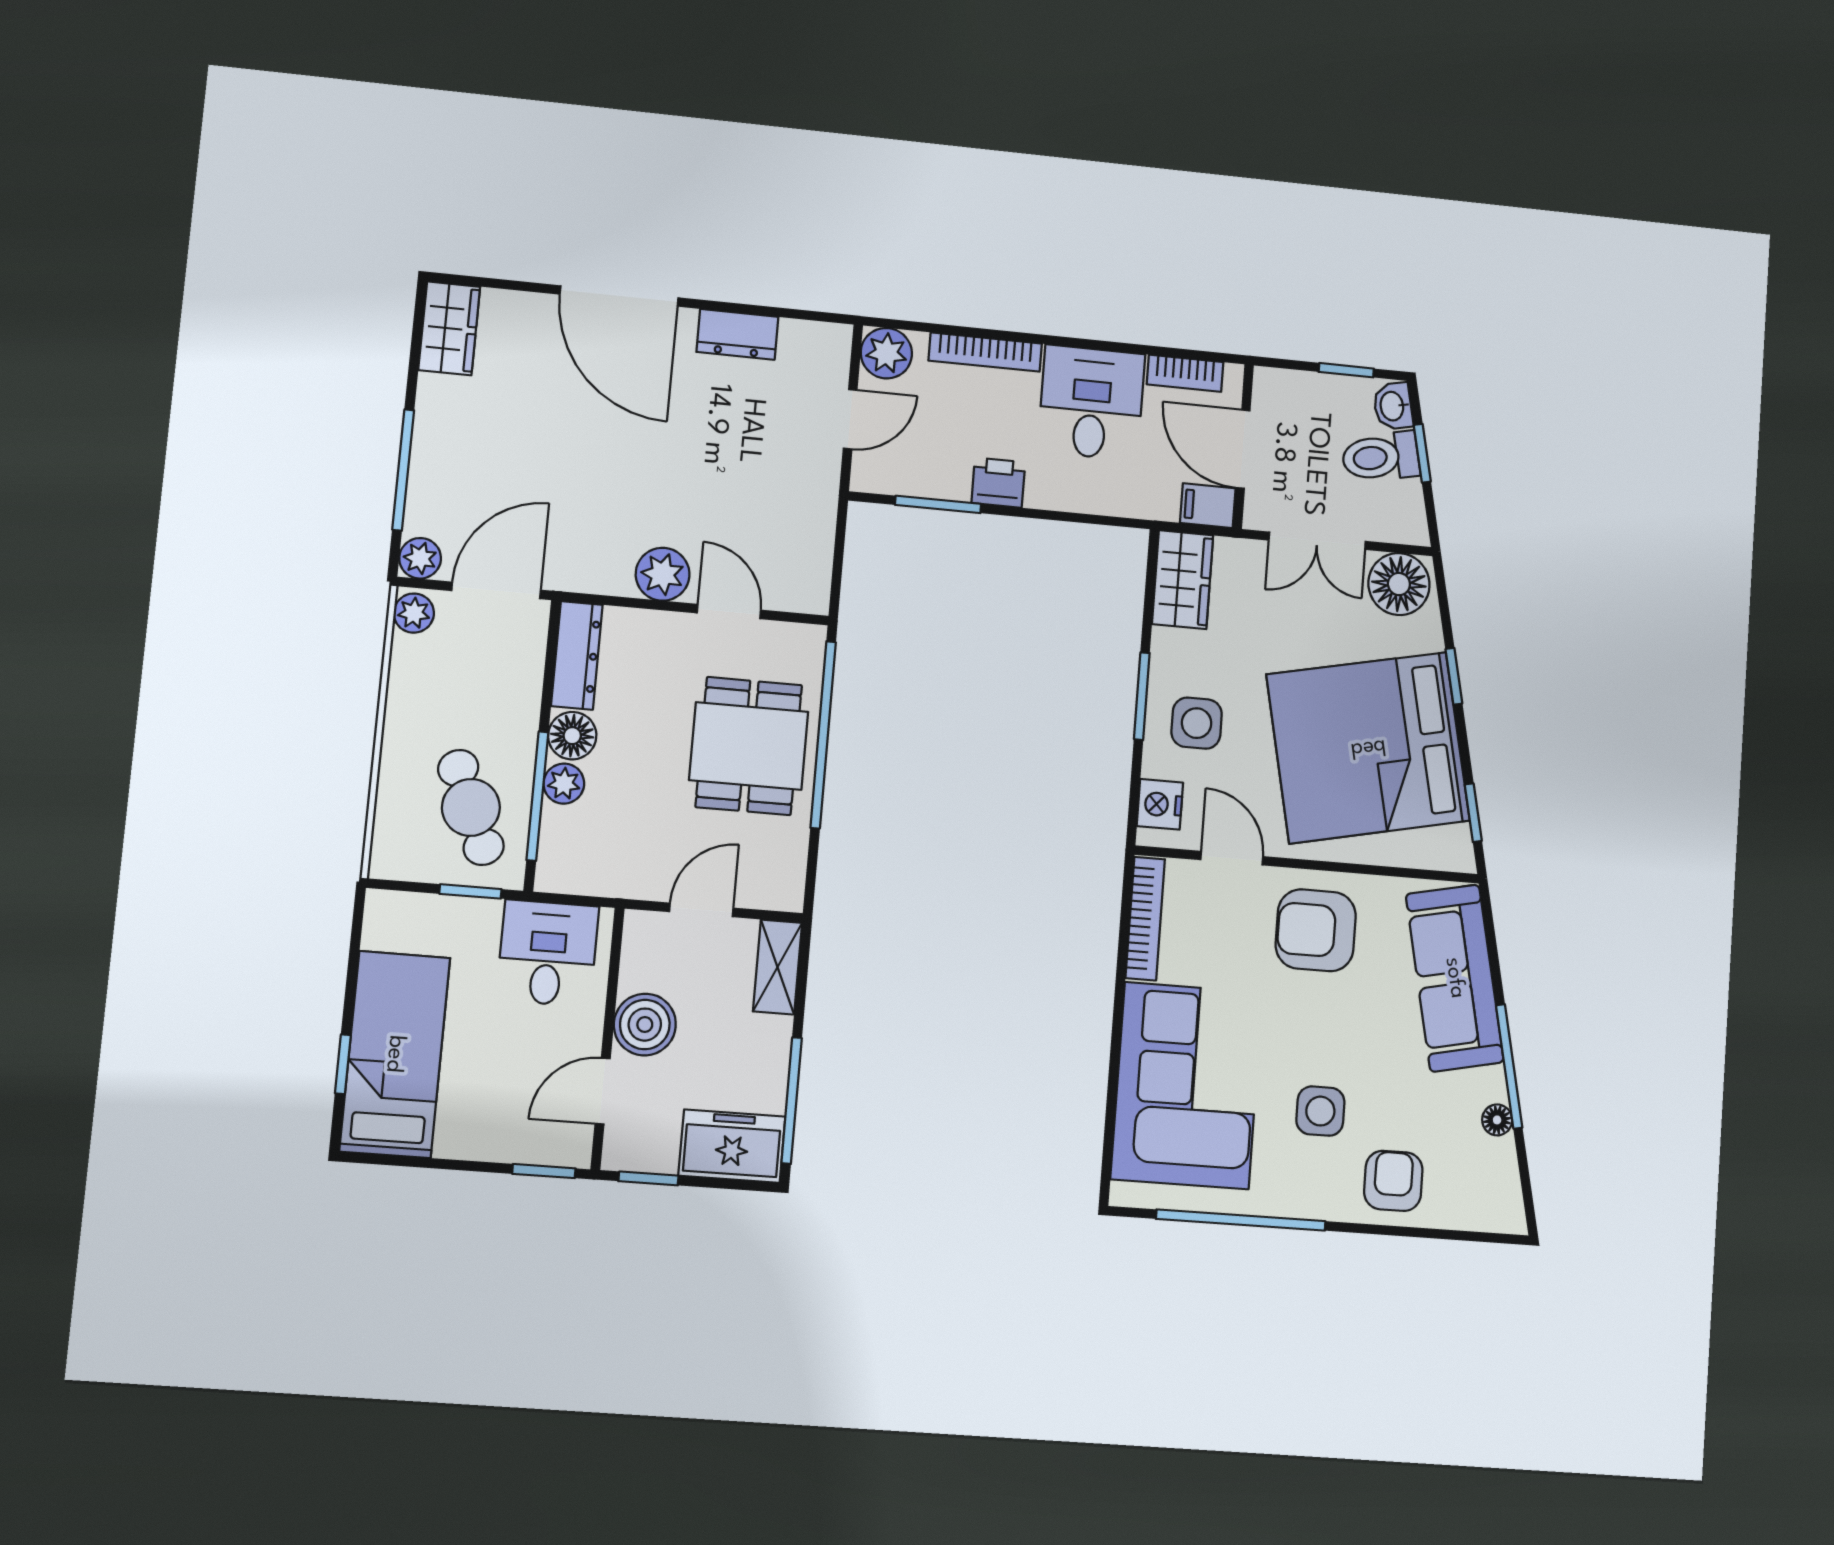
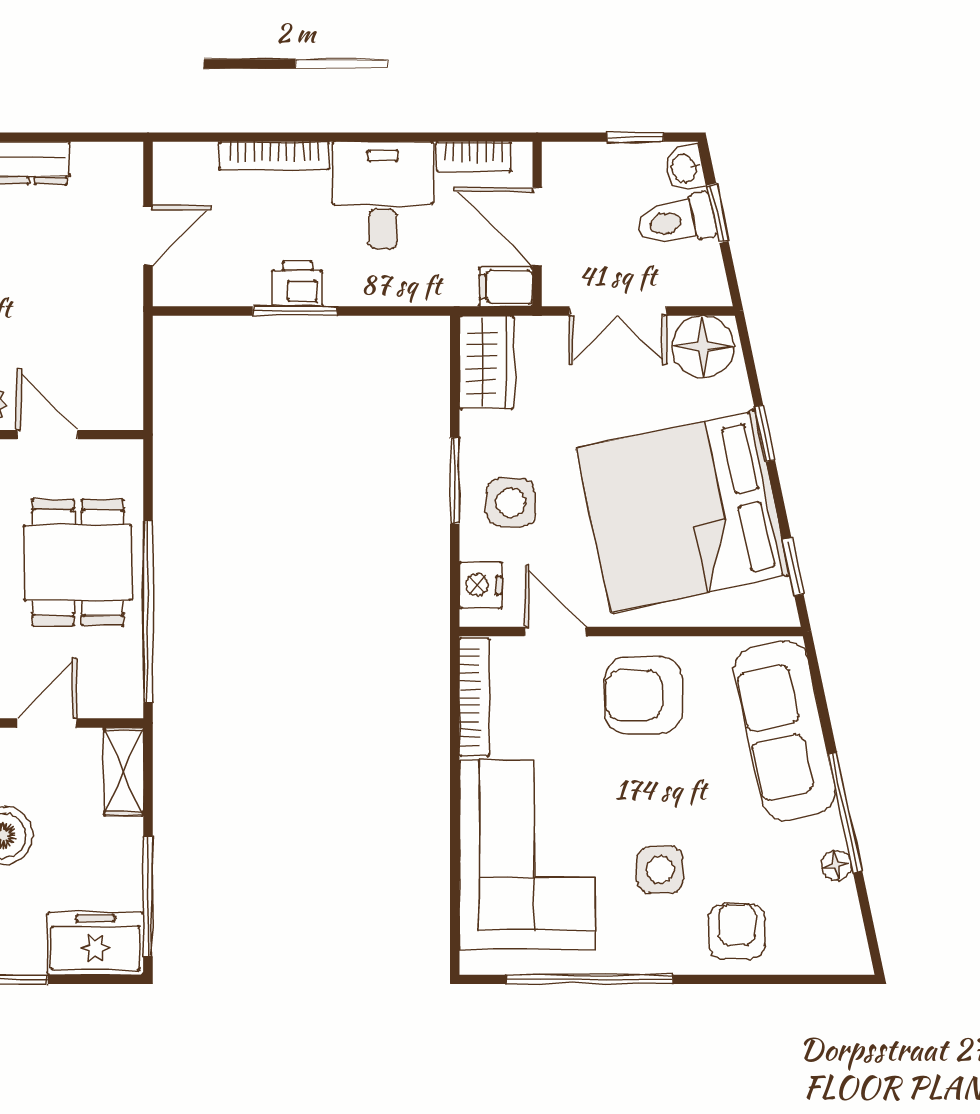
plant: (886, 353) -> (178, 167), removed
window: (938, 504) -> (295, 311), moved
window: (823, 735) -> (148, 612), moved

